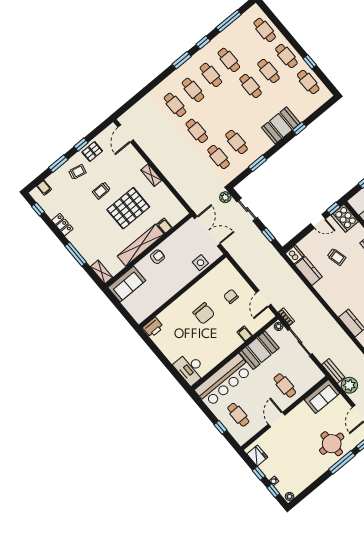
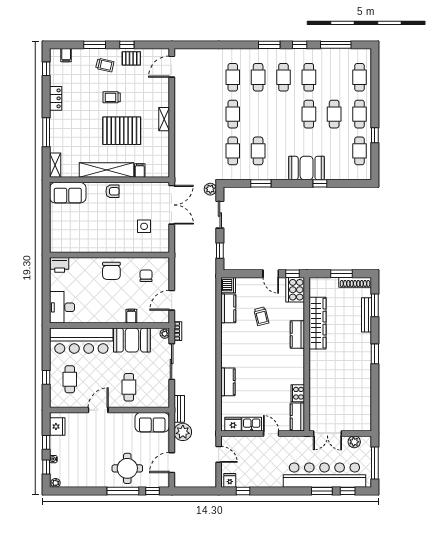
wall: (183, 291) -> (109, 255), moved
printer: (153, 327) -> (60, 265), moved

